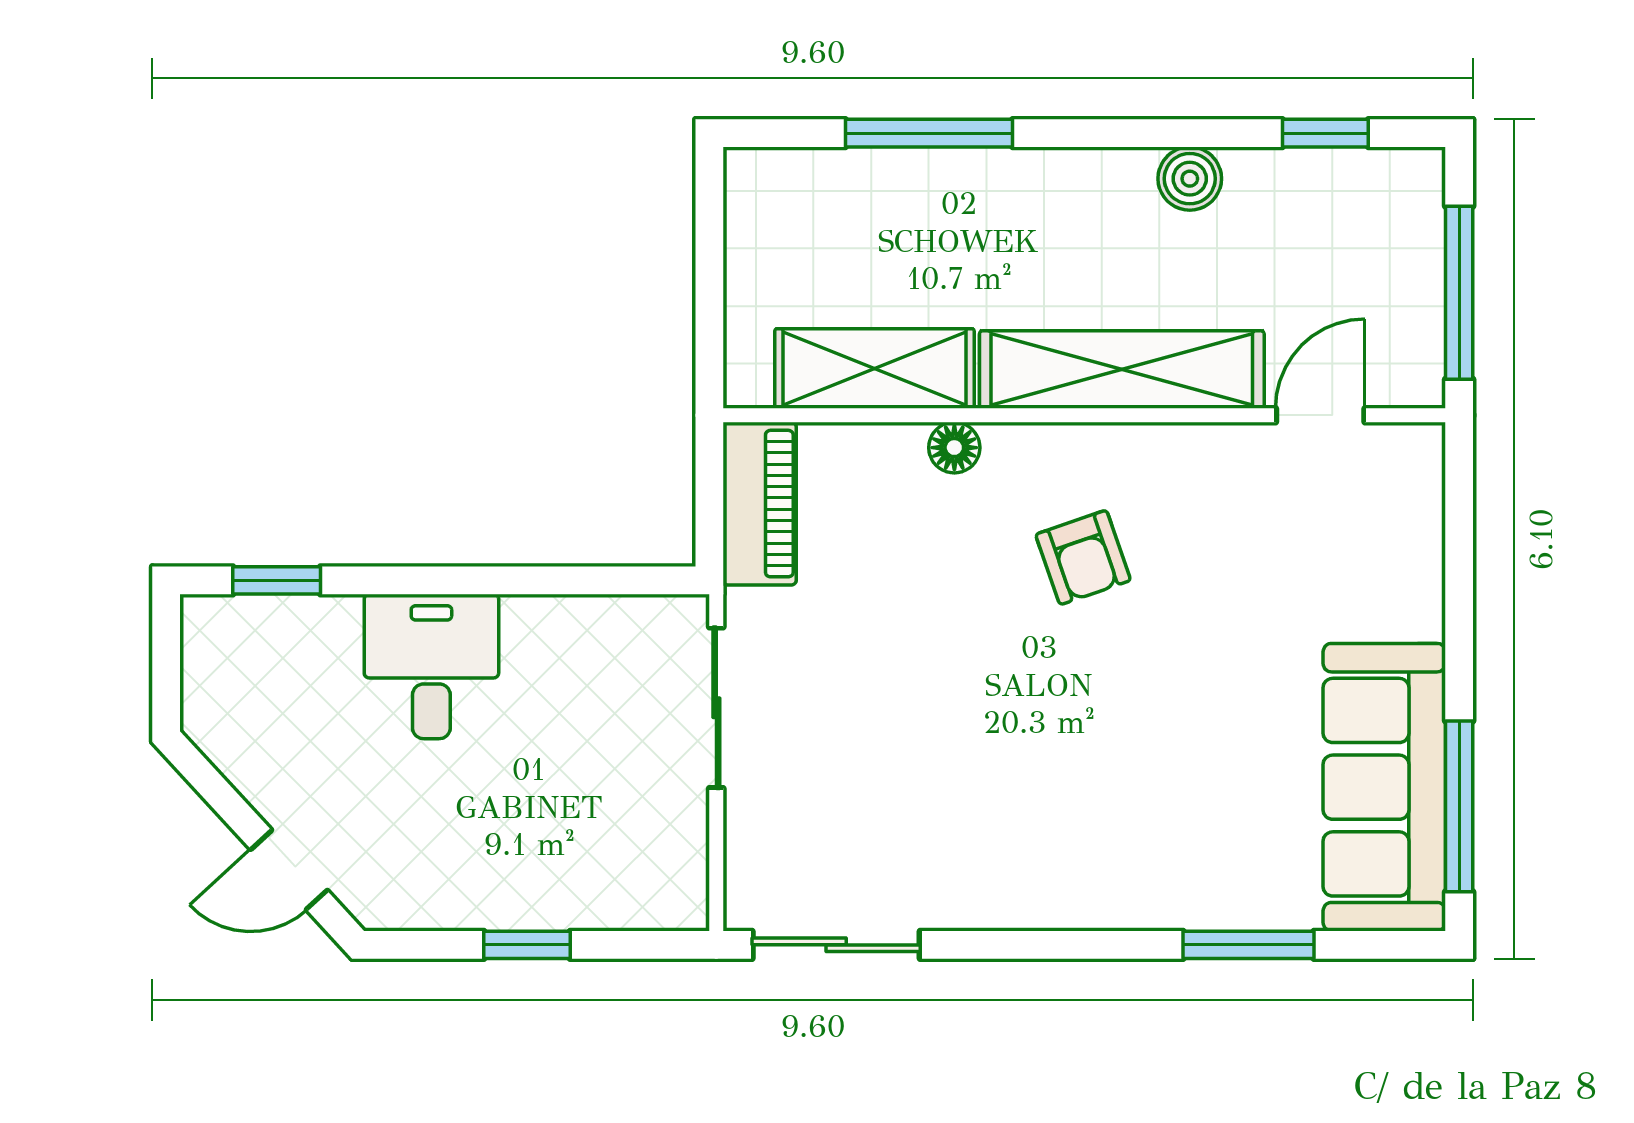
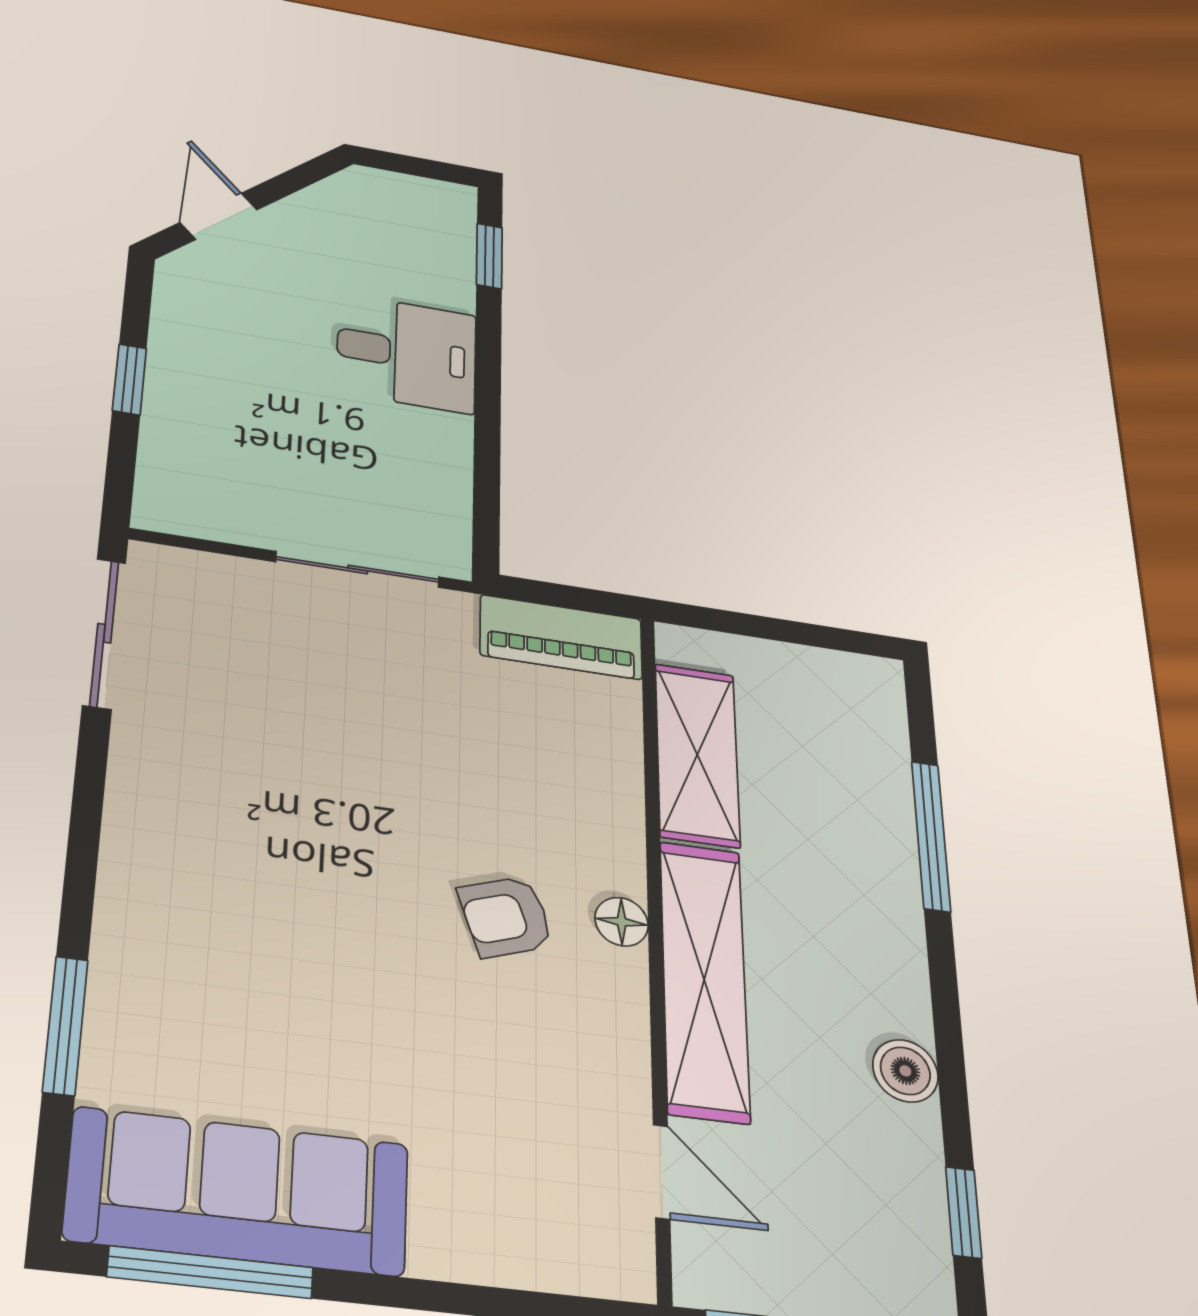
floor lamp: (954, 448) -> (622, 922), moved

